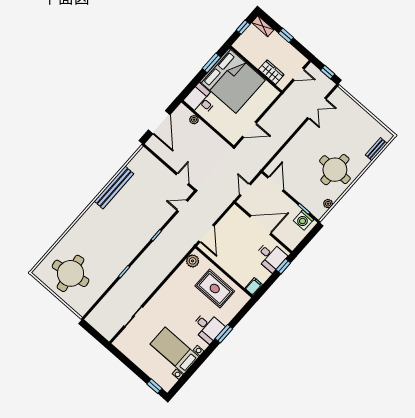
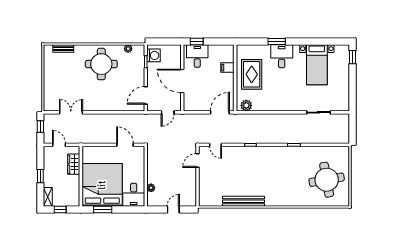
door: (159, 122) -> (173, 210), width x0.53
filing cabinet: (254, 286) -> (227, 68), moved

